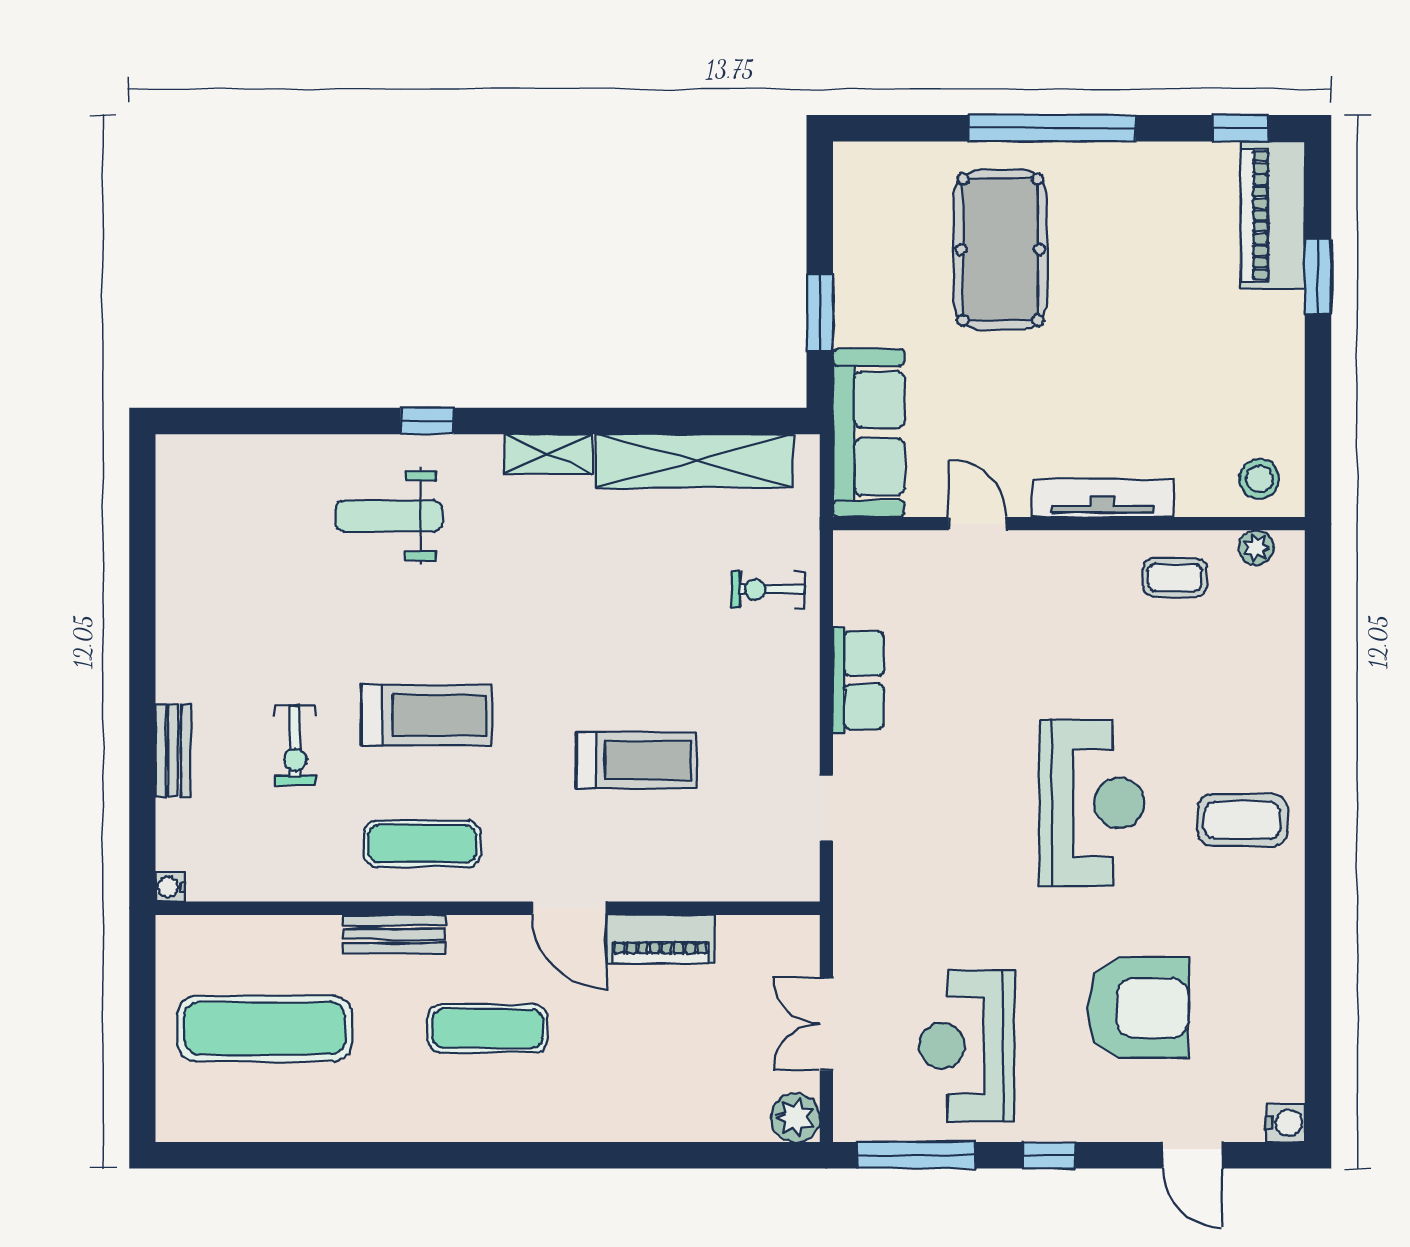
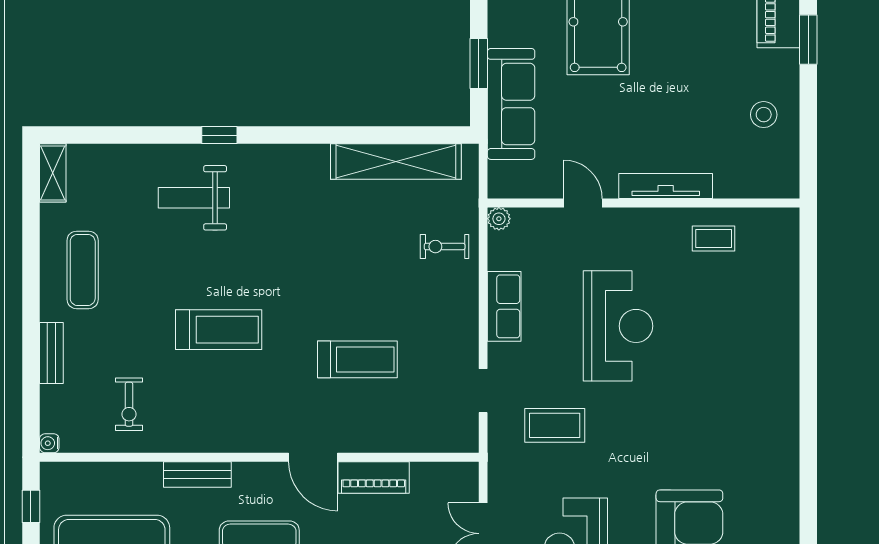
sofa: (869, 433) -> (511, 104), moved
shelving: (548, 454) -> (53, 173), moved, turned 90
stool: (1259, 479) -> (764, 115), moved
plant: (1256, 548) -> (499, 219), moved
exercise bike: (295, 745) -> (129, 404), moved
reception desk: (1092, 803) -> (618, 326), moved
coffee table: (1243, 820) -> (555, 425), moved
exercise mat: (422, 844) -> (83, 270), moved, turned 90
window: (142, 983) -> (31, 506), added

